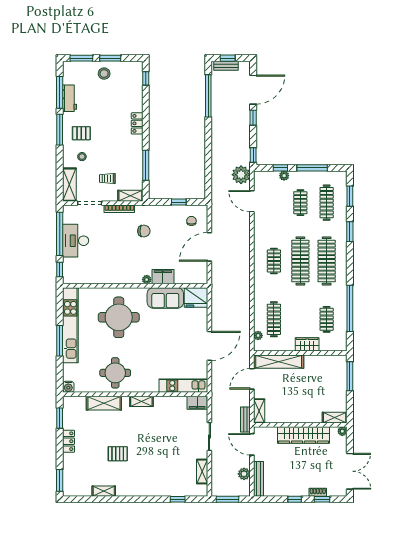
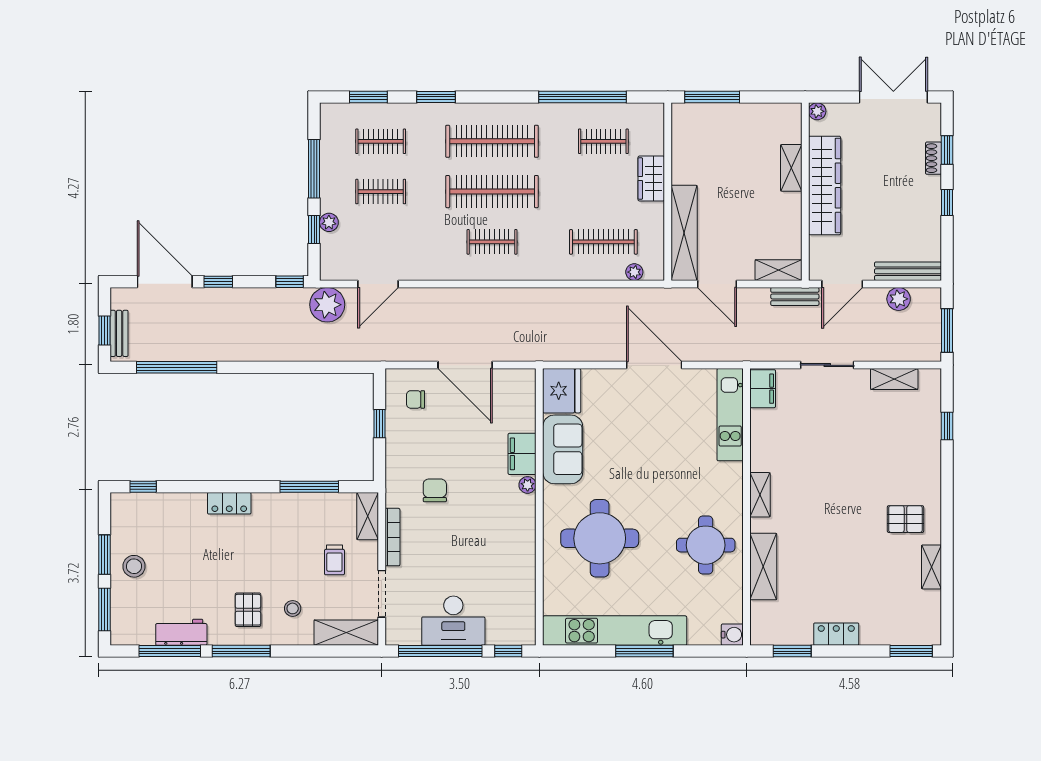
clothes rail: (327, 203) -> (381, 141), width x0.73
shelving: (335, 418) -> (791, 168), moved
pallet: (118, 454) -> (905, 519), moved, turned 90

